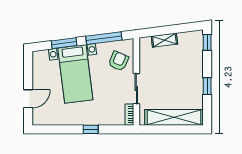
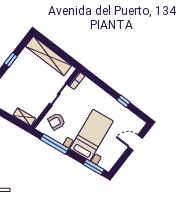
shelving: (164, 40) -> (24, 117), moved
window: (64, 43) -> (94, 167), moved
window: (91, 129) -> (123, 101), moved

